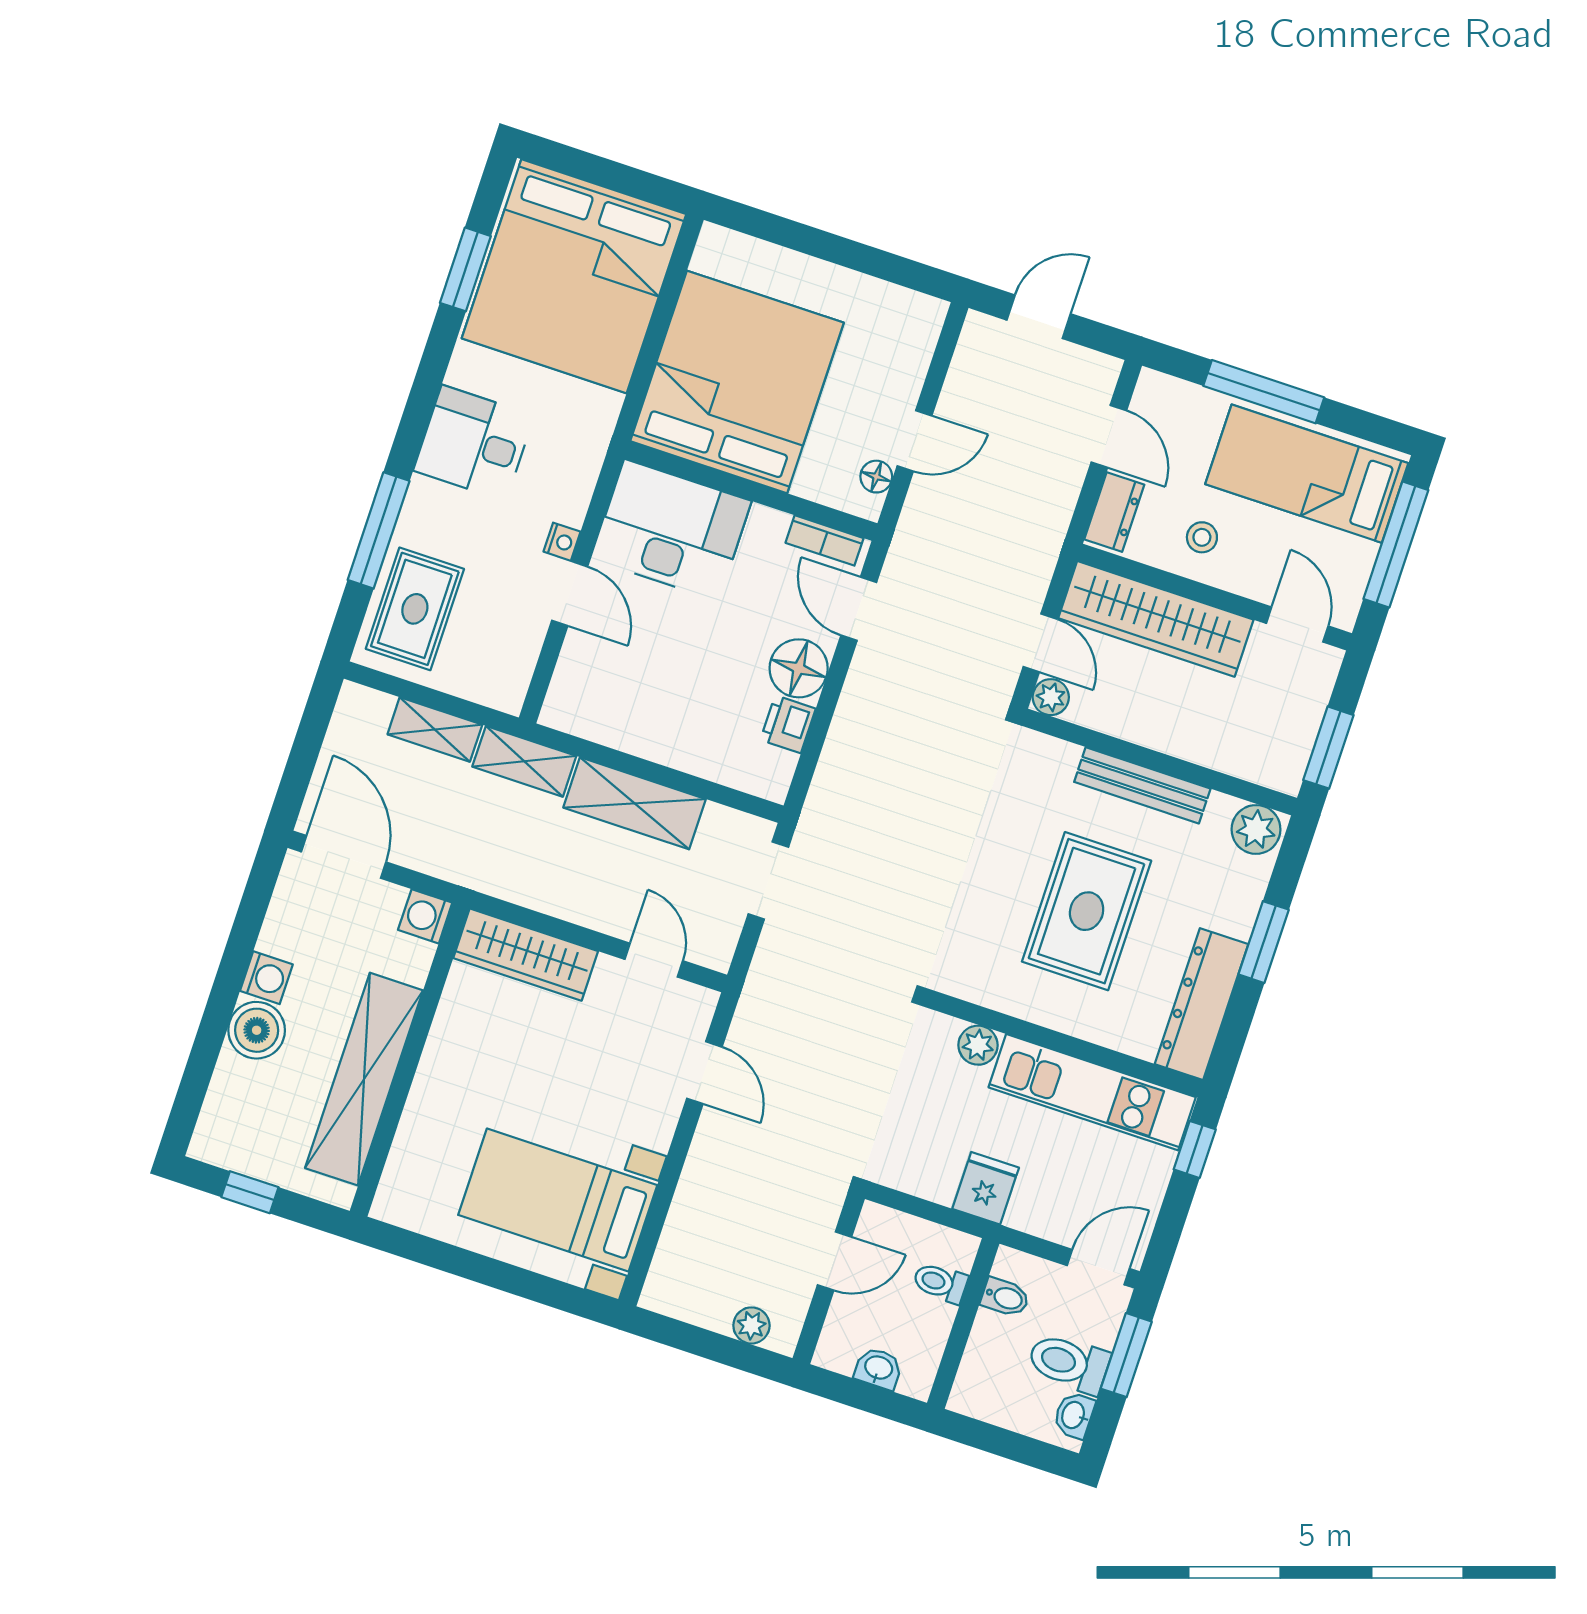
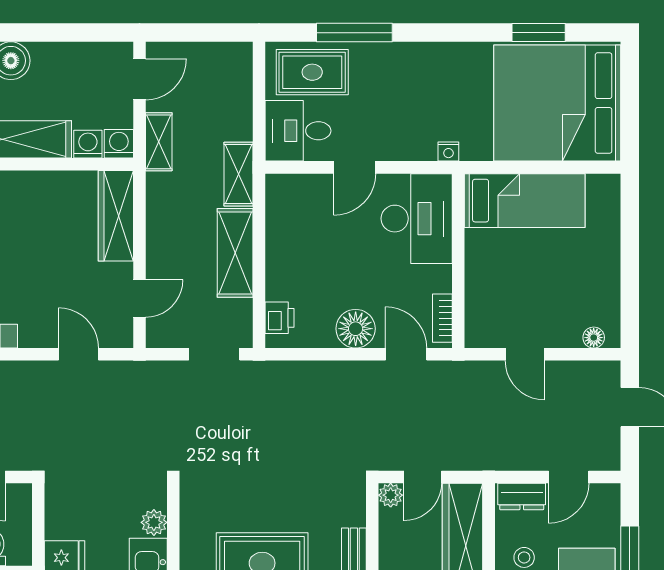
bed: (737, 382) -> (525, 201), width x0.49
desk: (474, 443) -> (298, 131), moved, turned -90
floor lamp: (876, 477) -> (594, 338), moved
nightstand: (562, 542) -> (448, 152), moved
door: (859, 609) -> (406, 354), hinge flipped
printer: (788, 724) -> (280, 318), moved, turned 90
shelving: (435, 730) -> (159, 142), moved
door: (344, 857) -> (139, 79), width x0.73
washing machine: (266, 978) -> (88, 144), moved, turned 180
door: (704, 1073) -> (79, 354), swing flipped

